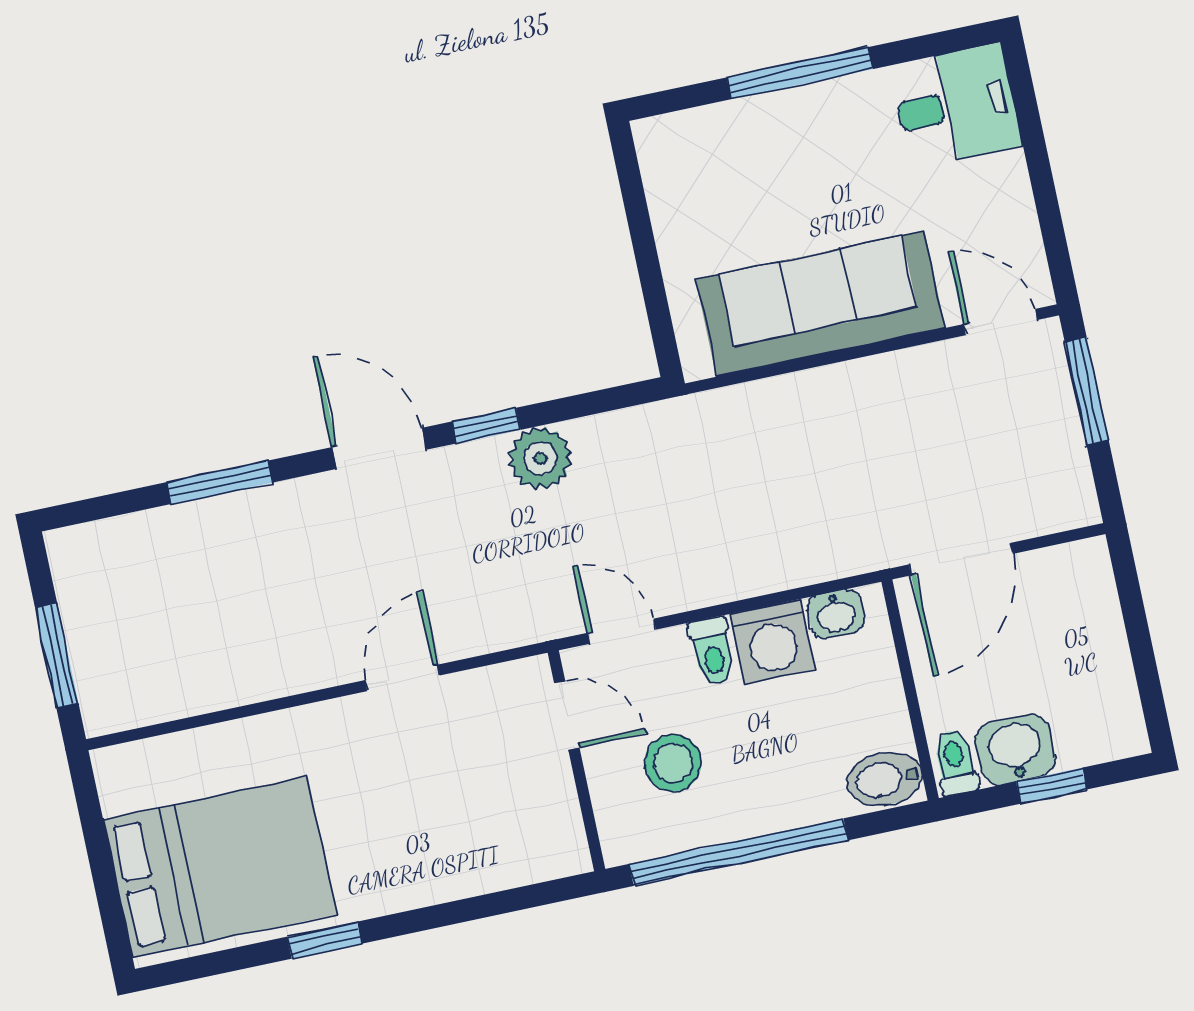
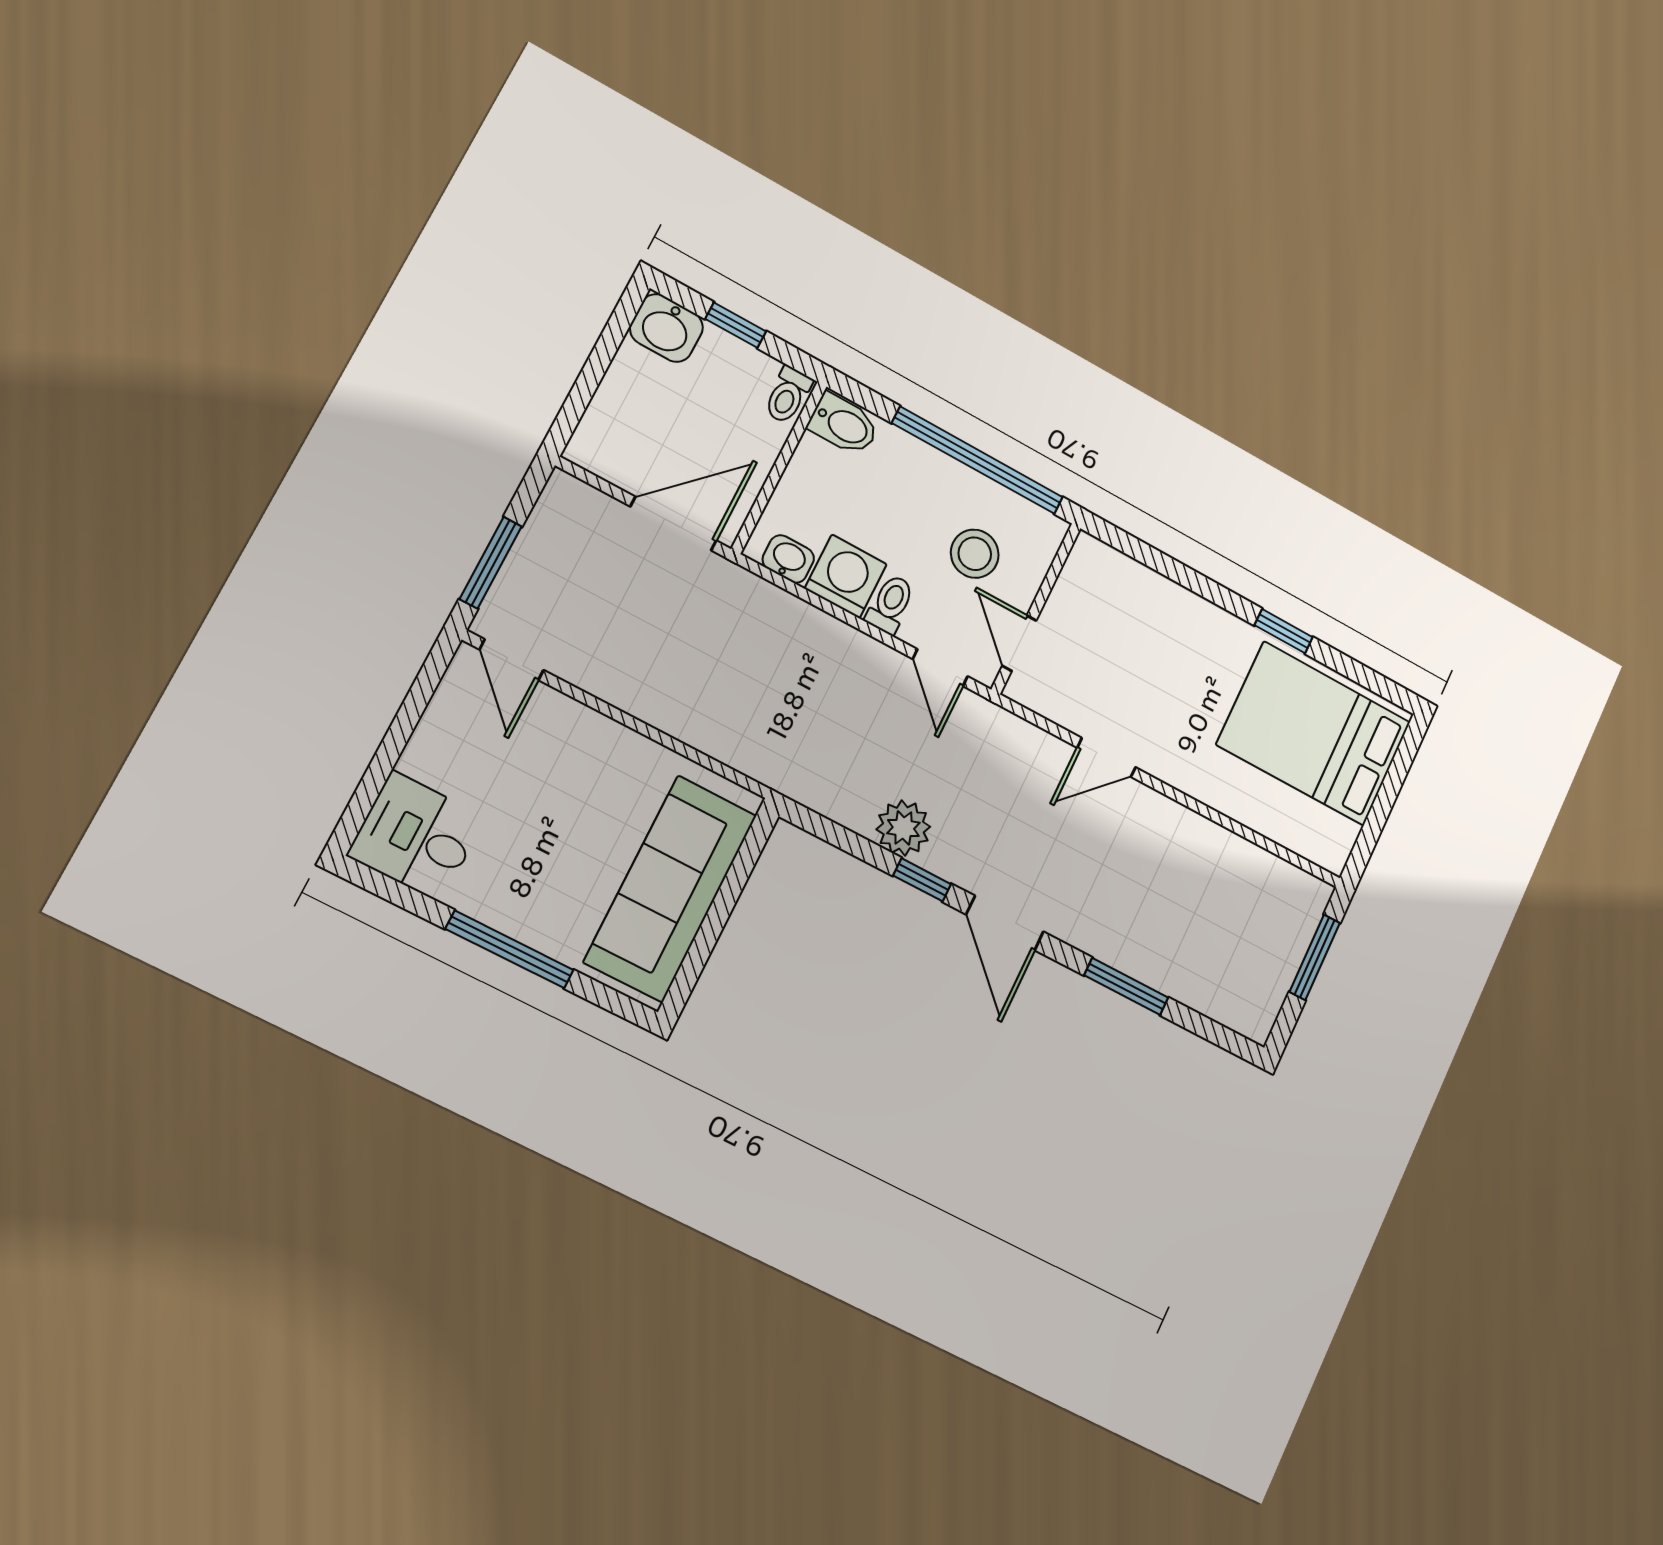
sofa: (820, 304) -> (670, 888), moved, turned 90
washbasin: (1015, 749) -> (666, 328), moved

